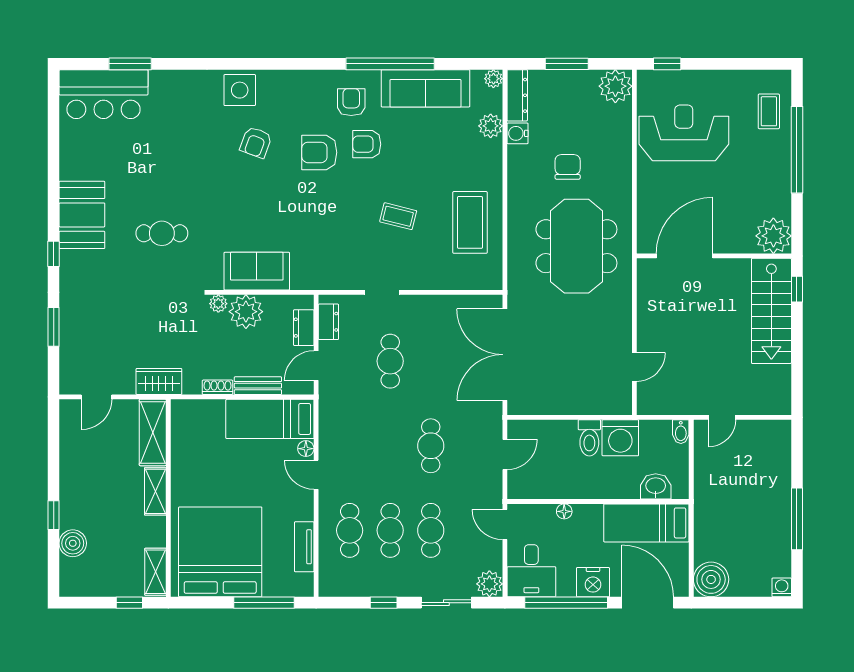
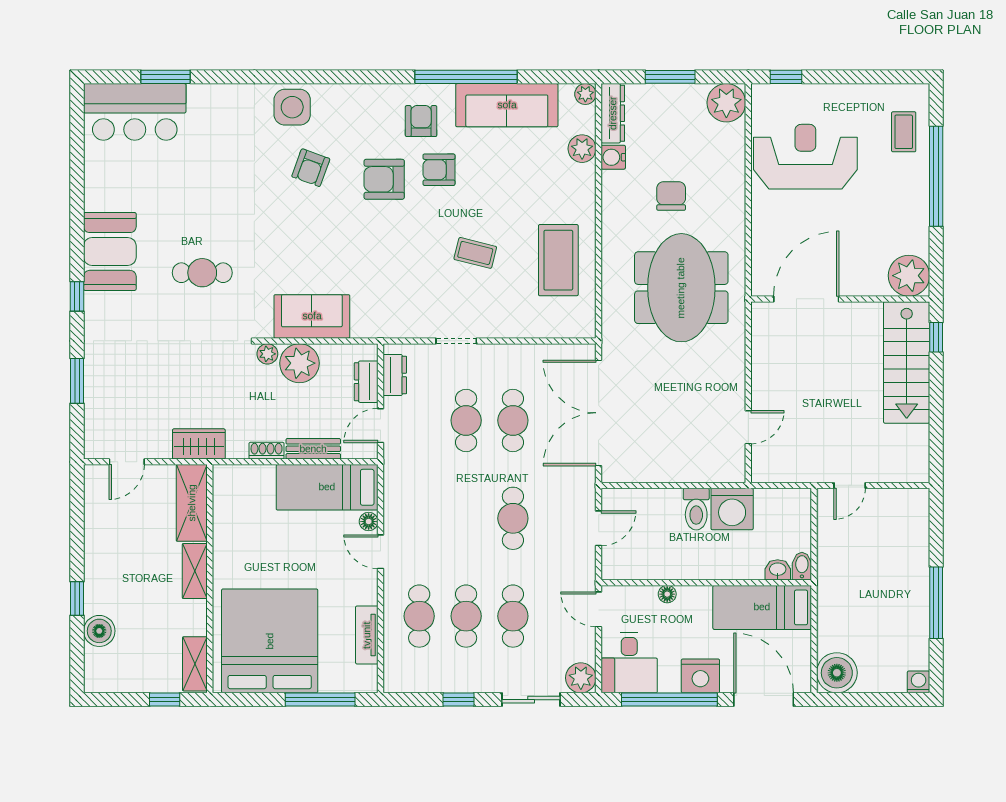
cafe table: (431, 361) -> (513, 420), added
bidet: (681, 432) -> (802, 566), moved, turned 180
washbasin: (656, 486) -> (778, 570), width x0.72, depth x0.69

